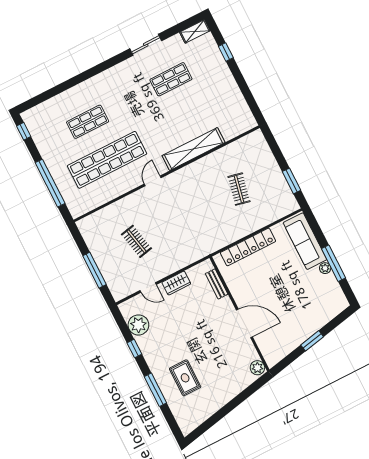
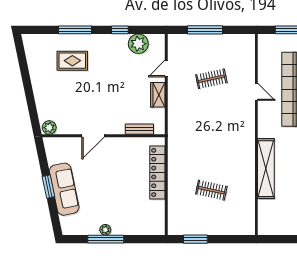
door: (153, 181) -> (256, 92), moved
sofa: (305, 241) -> (64, 189), moved, turned 78
door: (244, 323) -> (93, 136), width x0.73

